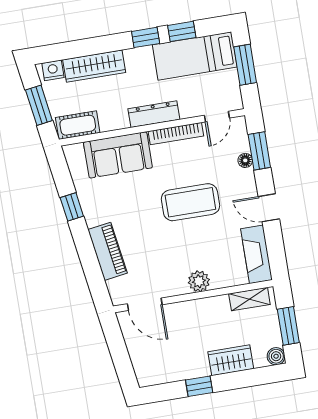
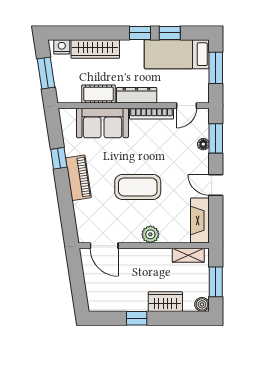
cot: (78, 125) -> (99, 94), moved
coffee table: (190, 202) -> (138, 187), moved
piano: (108, 251) -> (78, 178), moved

